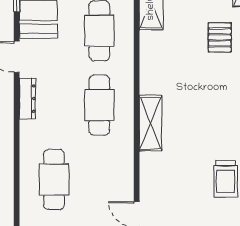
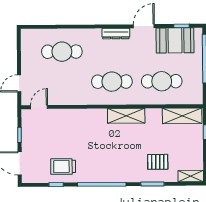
shelving: (151, 123) -> (126, 116), moved

